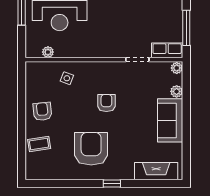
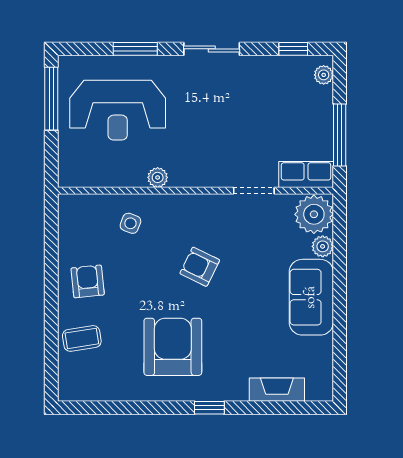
plant: (48, 52) -> (158, 177), moved
plant: (177, 68) -> (314, 214), width x1.87, depth x1.87
armchair: (106, 103) -> (200, 267), turned -64
fireplace: (156, 171) -> (277, 390), width x0.73, depth x0.76

